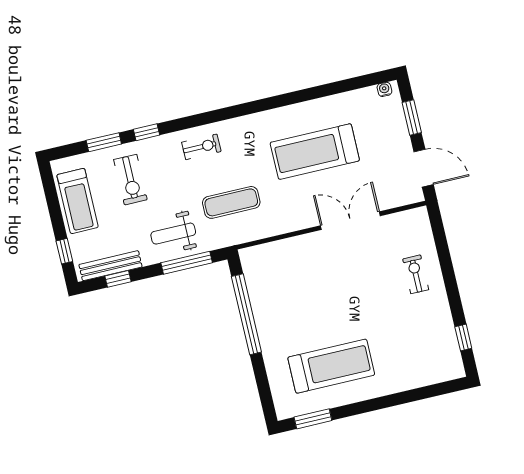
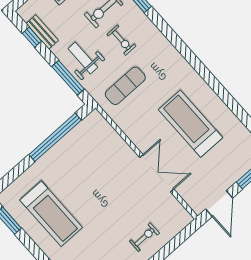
exercise bike: (201, 147) -> (121, 40), moved
exercise mat: (231, 202) -> (125, 86), turned 90
bench: (110, 266) -> (42, 32), width x0.73

